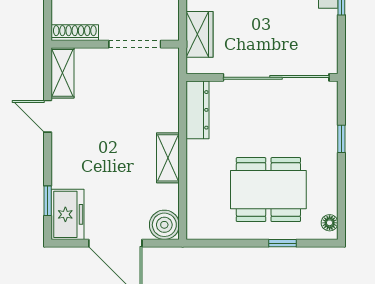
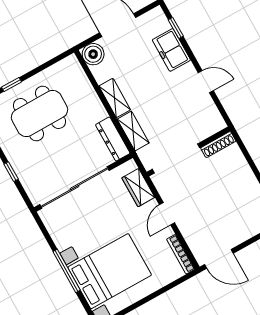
doorway: (135, 44) -> (176, 158), width x1.36
shelving: (63, 73) -> (133, 131), moved
freezer: (68, 214) -> (171, 50), moved

